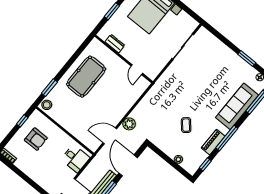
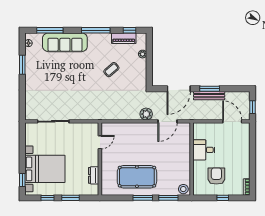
window: (66, 68) -> (143, 198), added
window: (22, 121) -> (223, 198), moved
door: (110, 136) -> (167, 121), hinge flipped
piano: (213, 142) -> (124, 38), moved
desk: (75, 159) -> (204, 150), moved, turned -90

